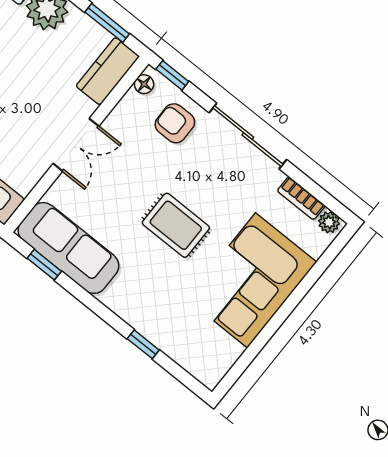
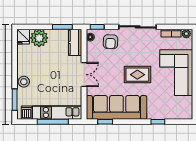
armchair: (175, 123) -> (111, 42), turned -87
sofa: (68, 248) -> (116, 107), width x1.36, depth x1.27

